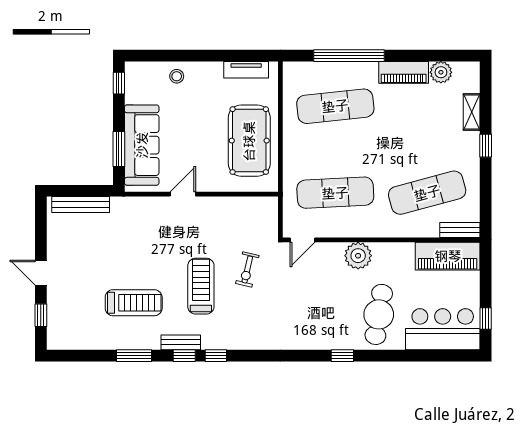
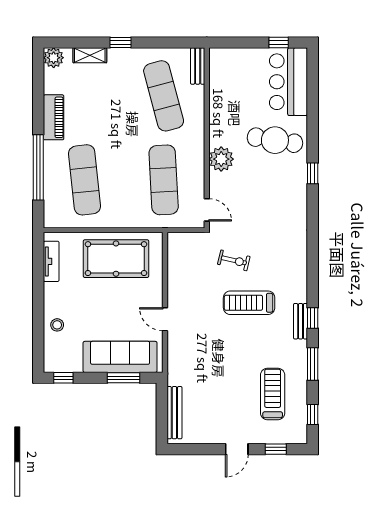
plant: (441, 72) -> (54, 58), moved
piano: (448, 256) -> (222, 77), removed
treadmill: (134, 303) -> (273, 394), moved
window: (216, 356) -> (313, 415), moved

